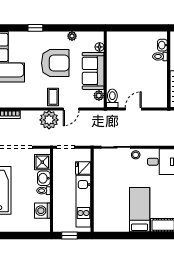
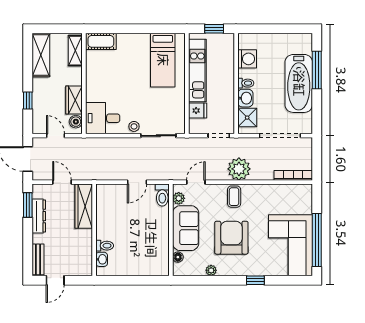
armchair: (55, 63) -> (231, 238), turned 90
door: (71, 109) -> (196, 182), moved
bed: (140, 210) -> (163, 60), moved

